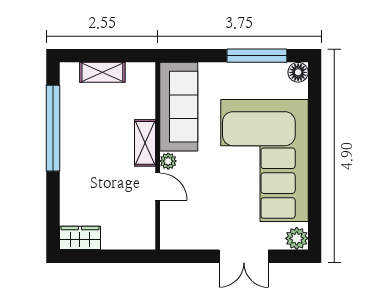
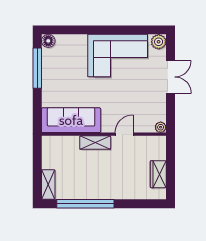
shelving: (102, 72) -> (48, 184), moved
corner sofa: (265, 160) -> (118, 56), width x0.73, depth x0.74
plant: (168, 161) -> (161, 127), moved
wardrobe: (80, 238) -> (158, 174), moved

